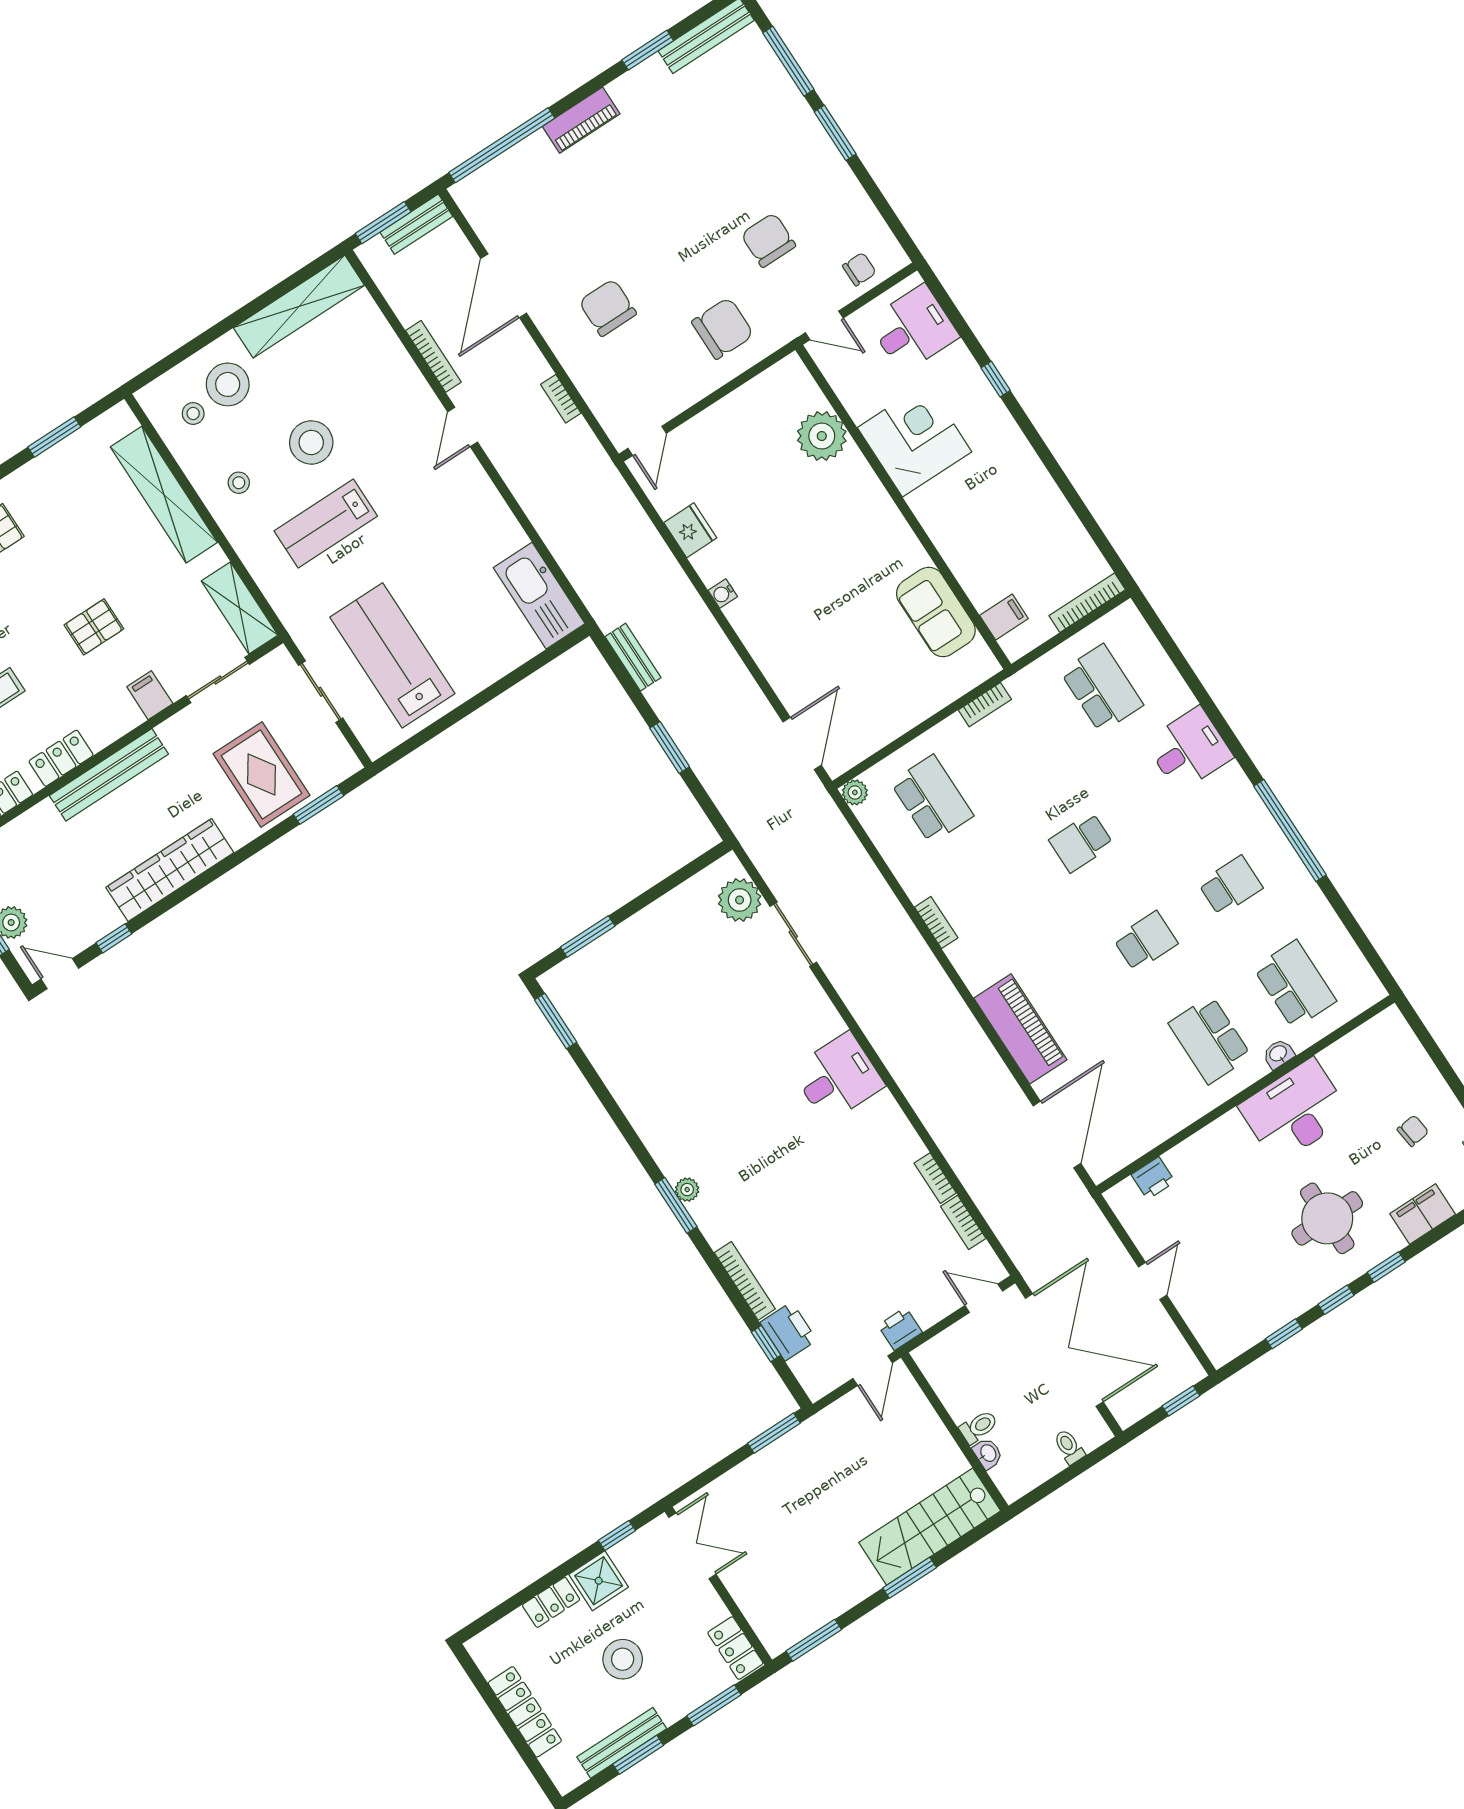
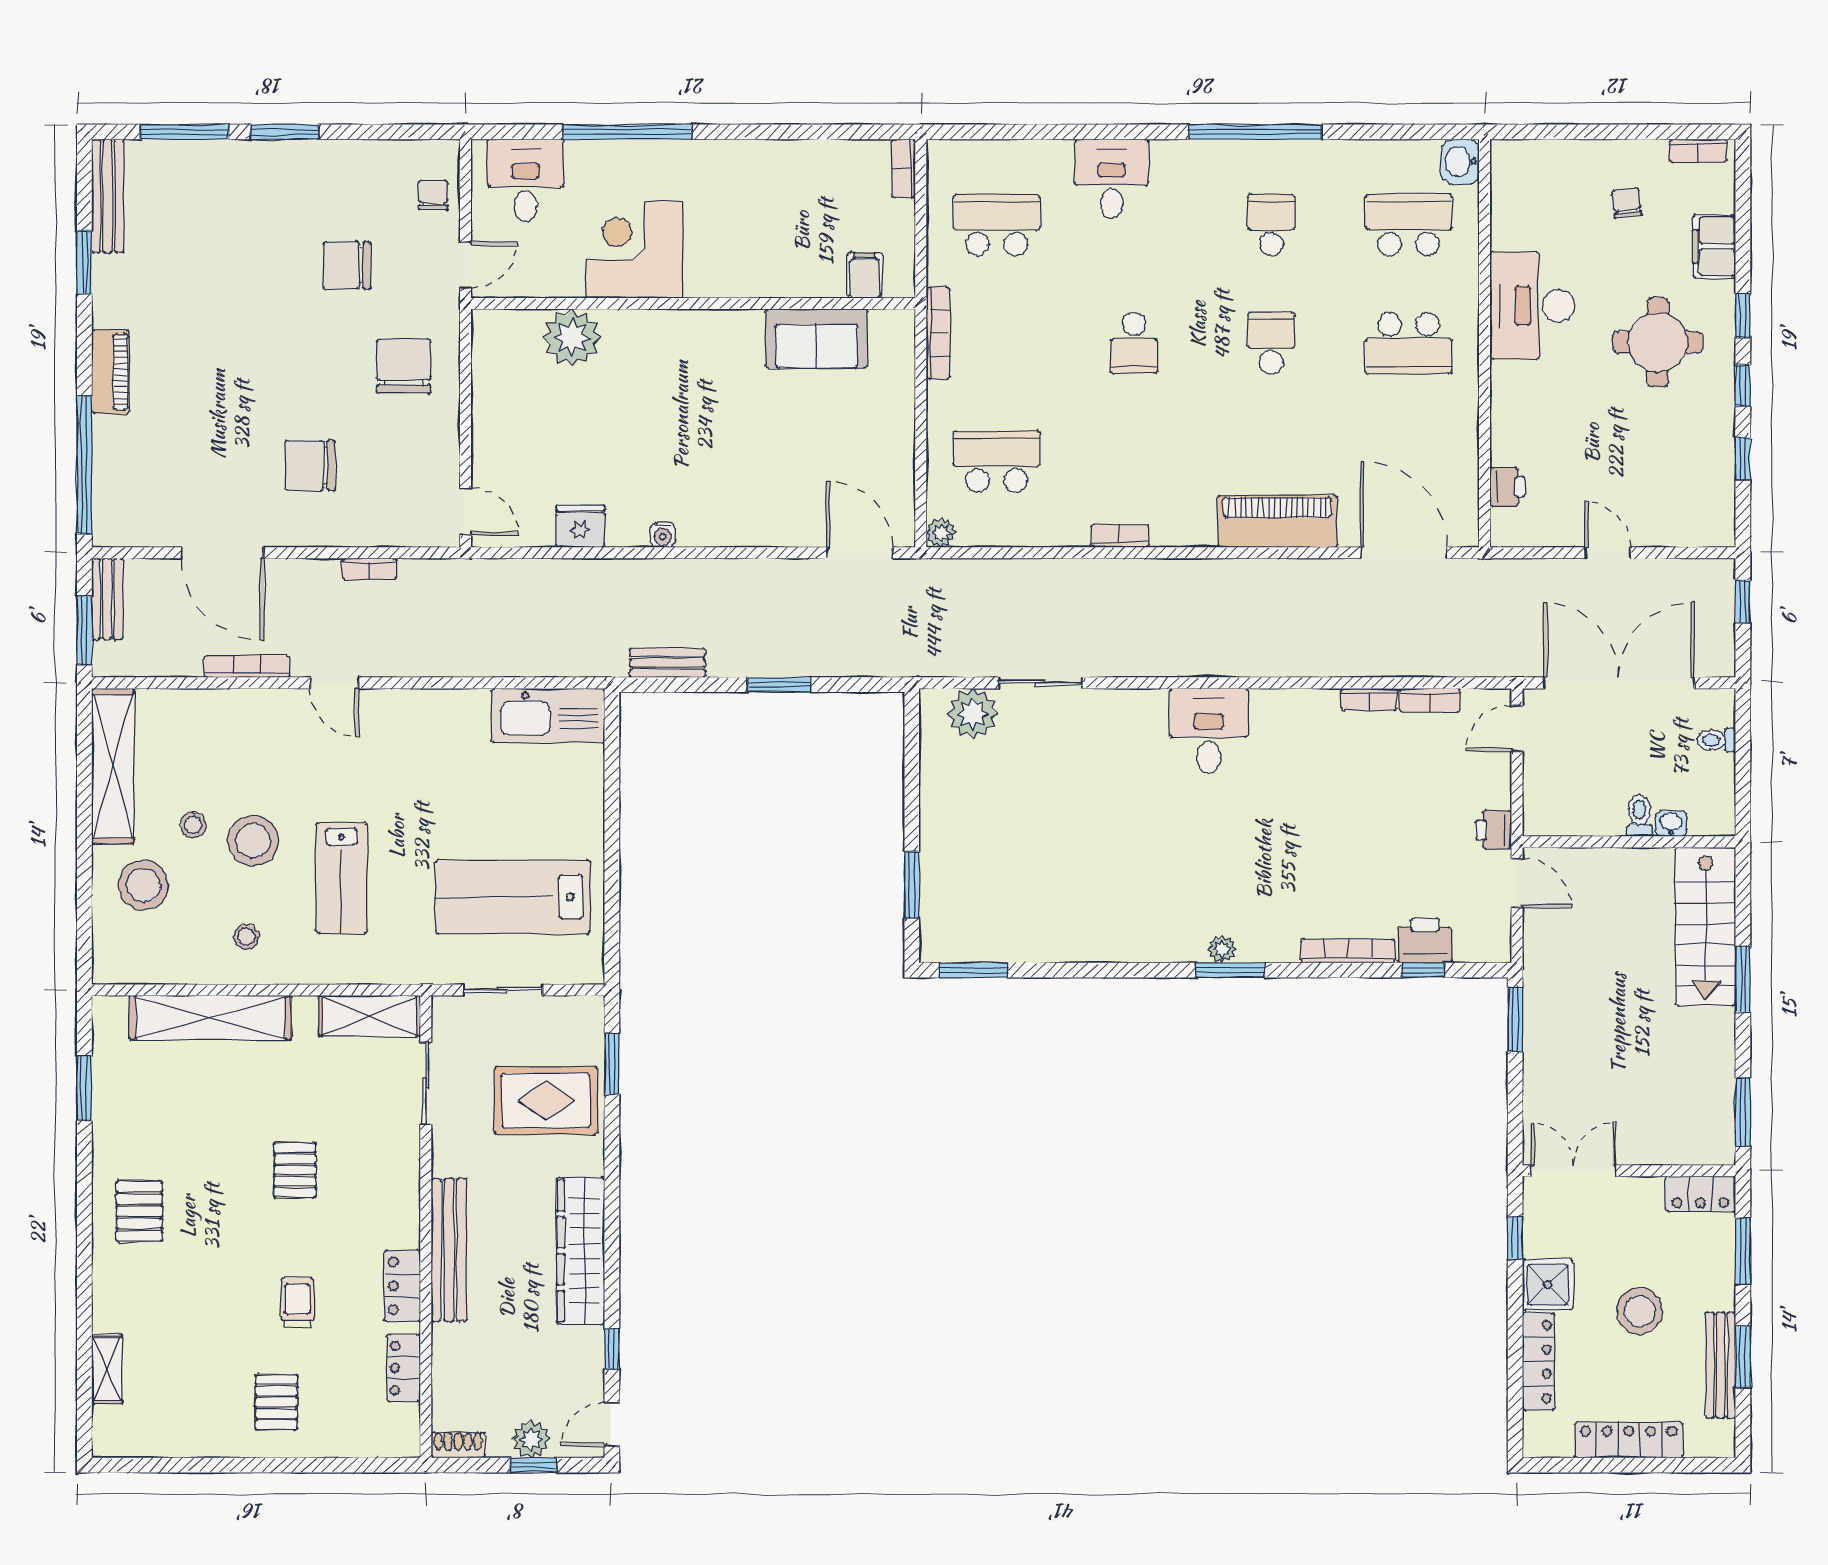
window: (996, 379) -> (627, 132), width x3.17
stool: (193, 413) -> (193, 825), moved
bookcase: (1087, 603) -> (904, 168), width x0.64
filing cabinet: (150, 695) -> (397, 1159), removed
bookcase: (985, 705) -> (938, 333), width x1.56
washbasin: (1278, 1054) -> (1460, 161), moved, width x1.38, depth x1.45
locker: (551, 1602) -> (1539, 1362), width x1.53

